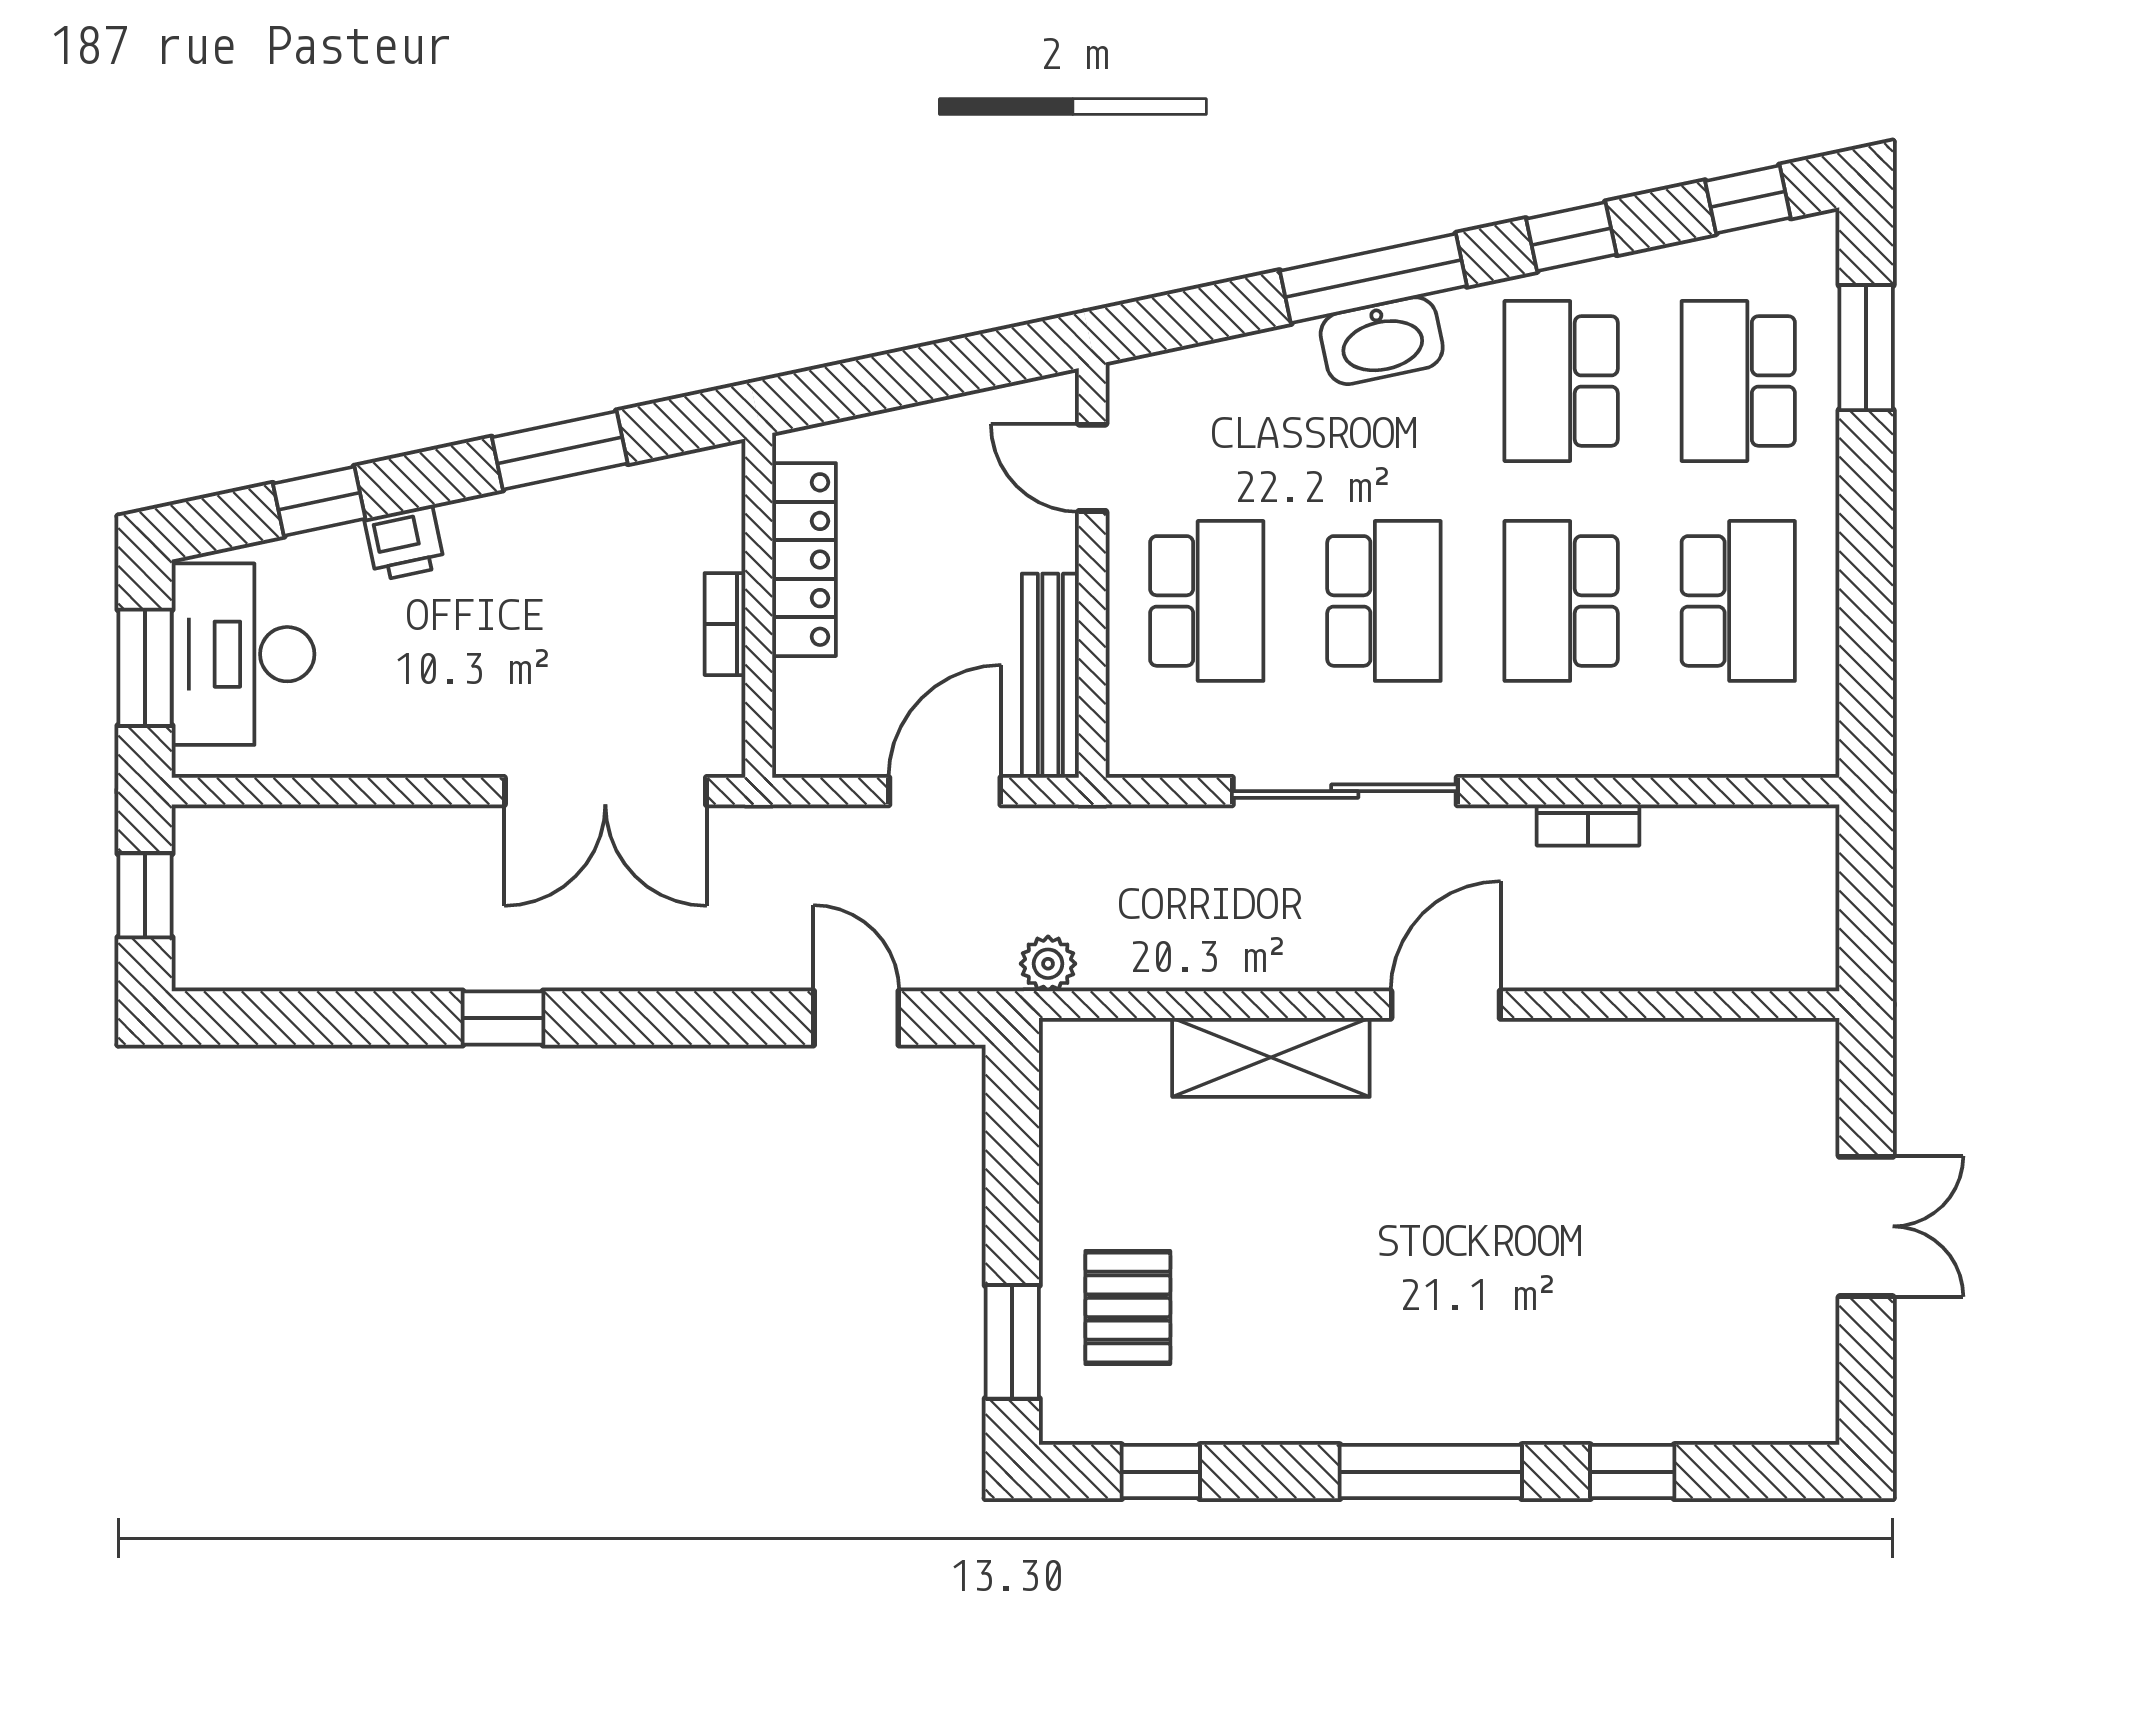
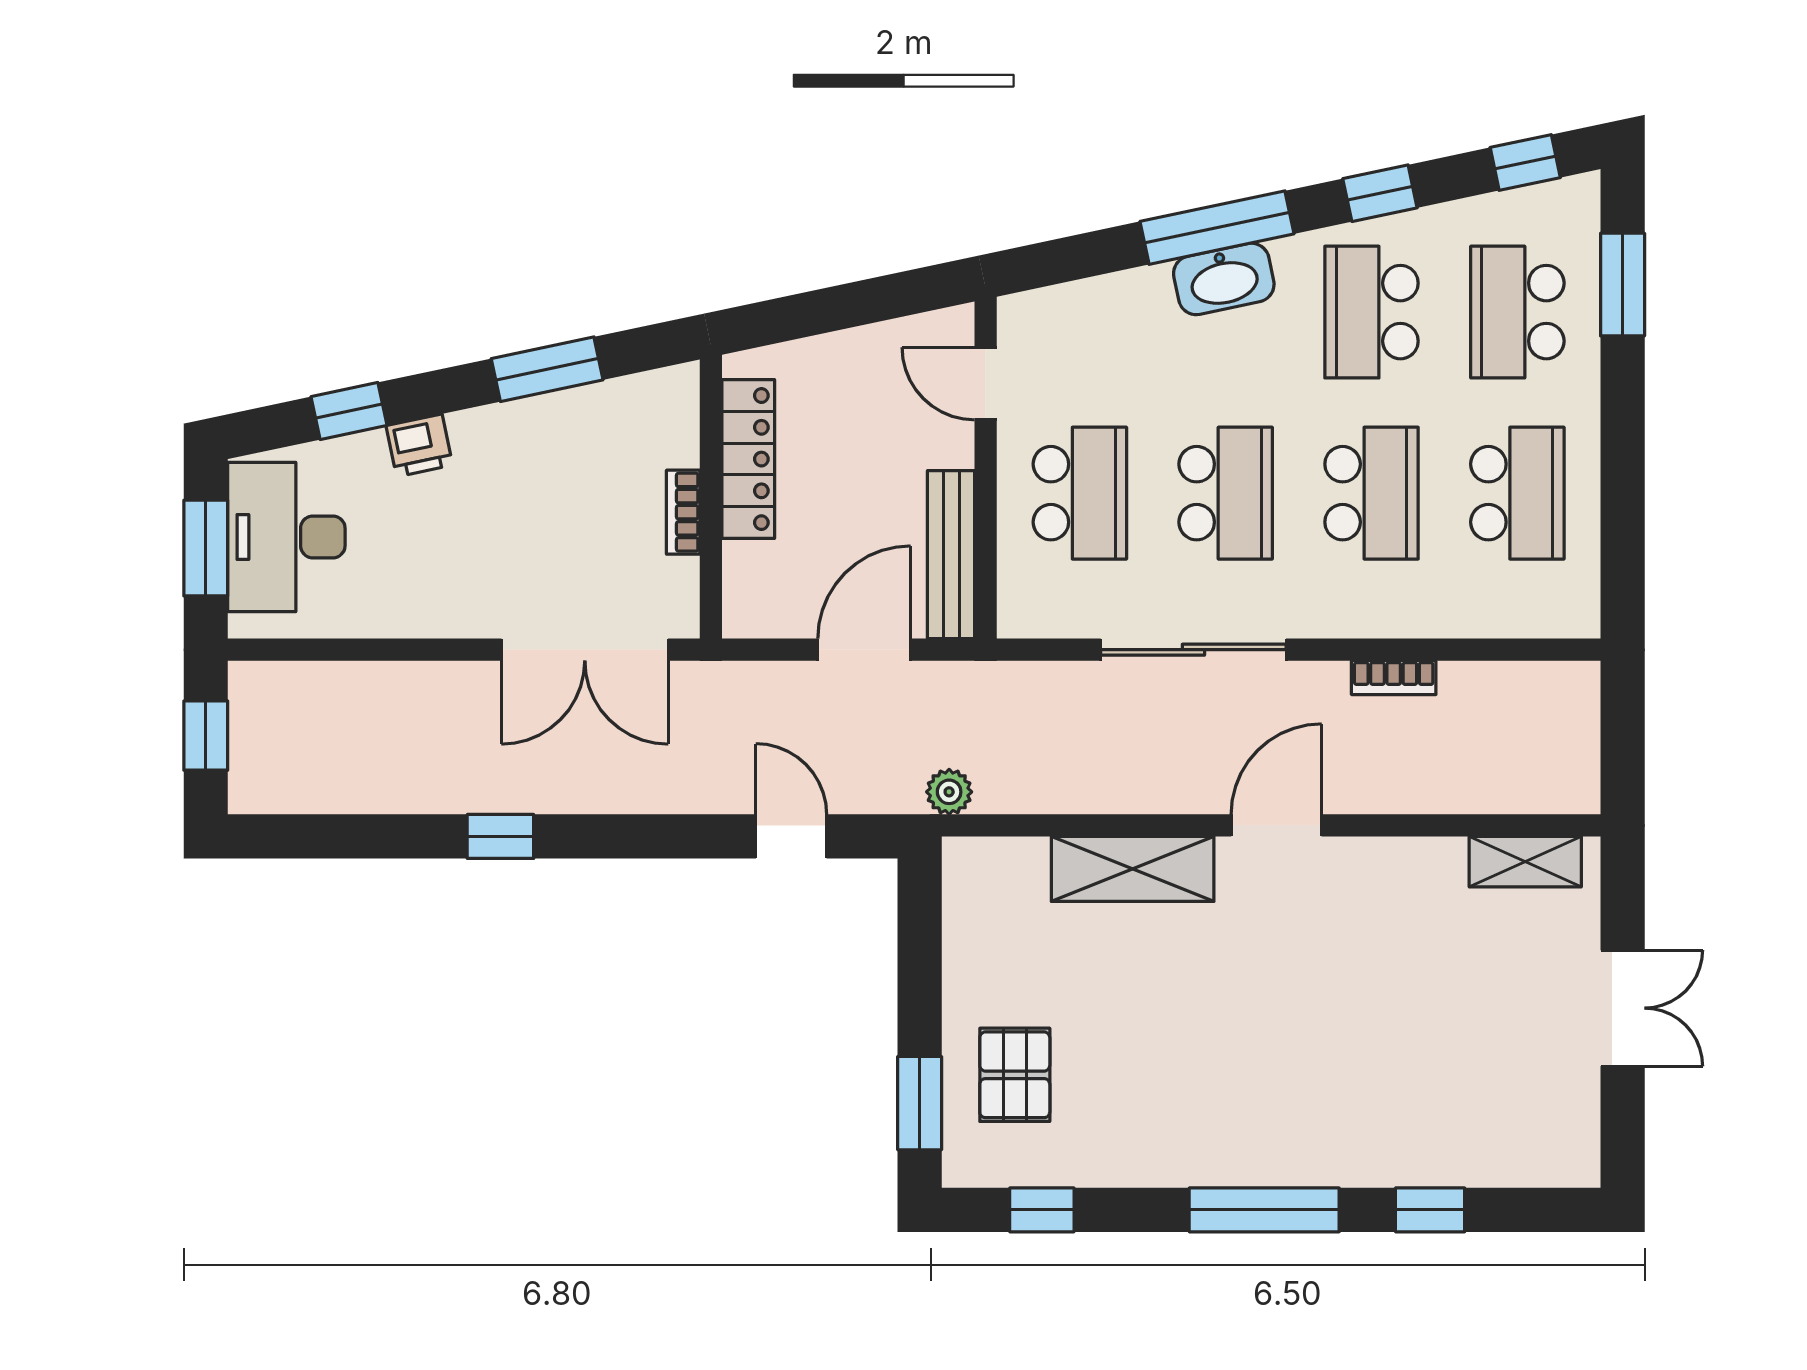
school desk: (1561, 601) -> (1372, 493), turned 180
shelving: (1748, 1049) -> (1525, 862), added

